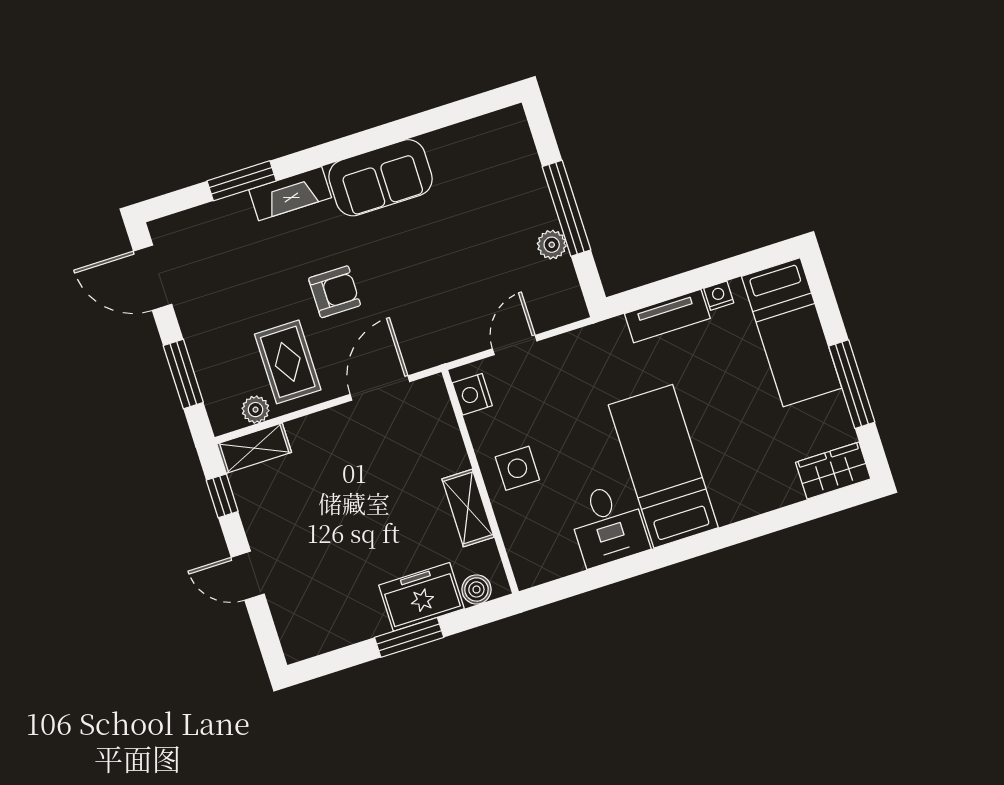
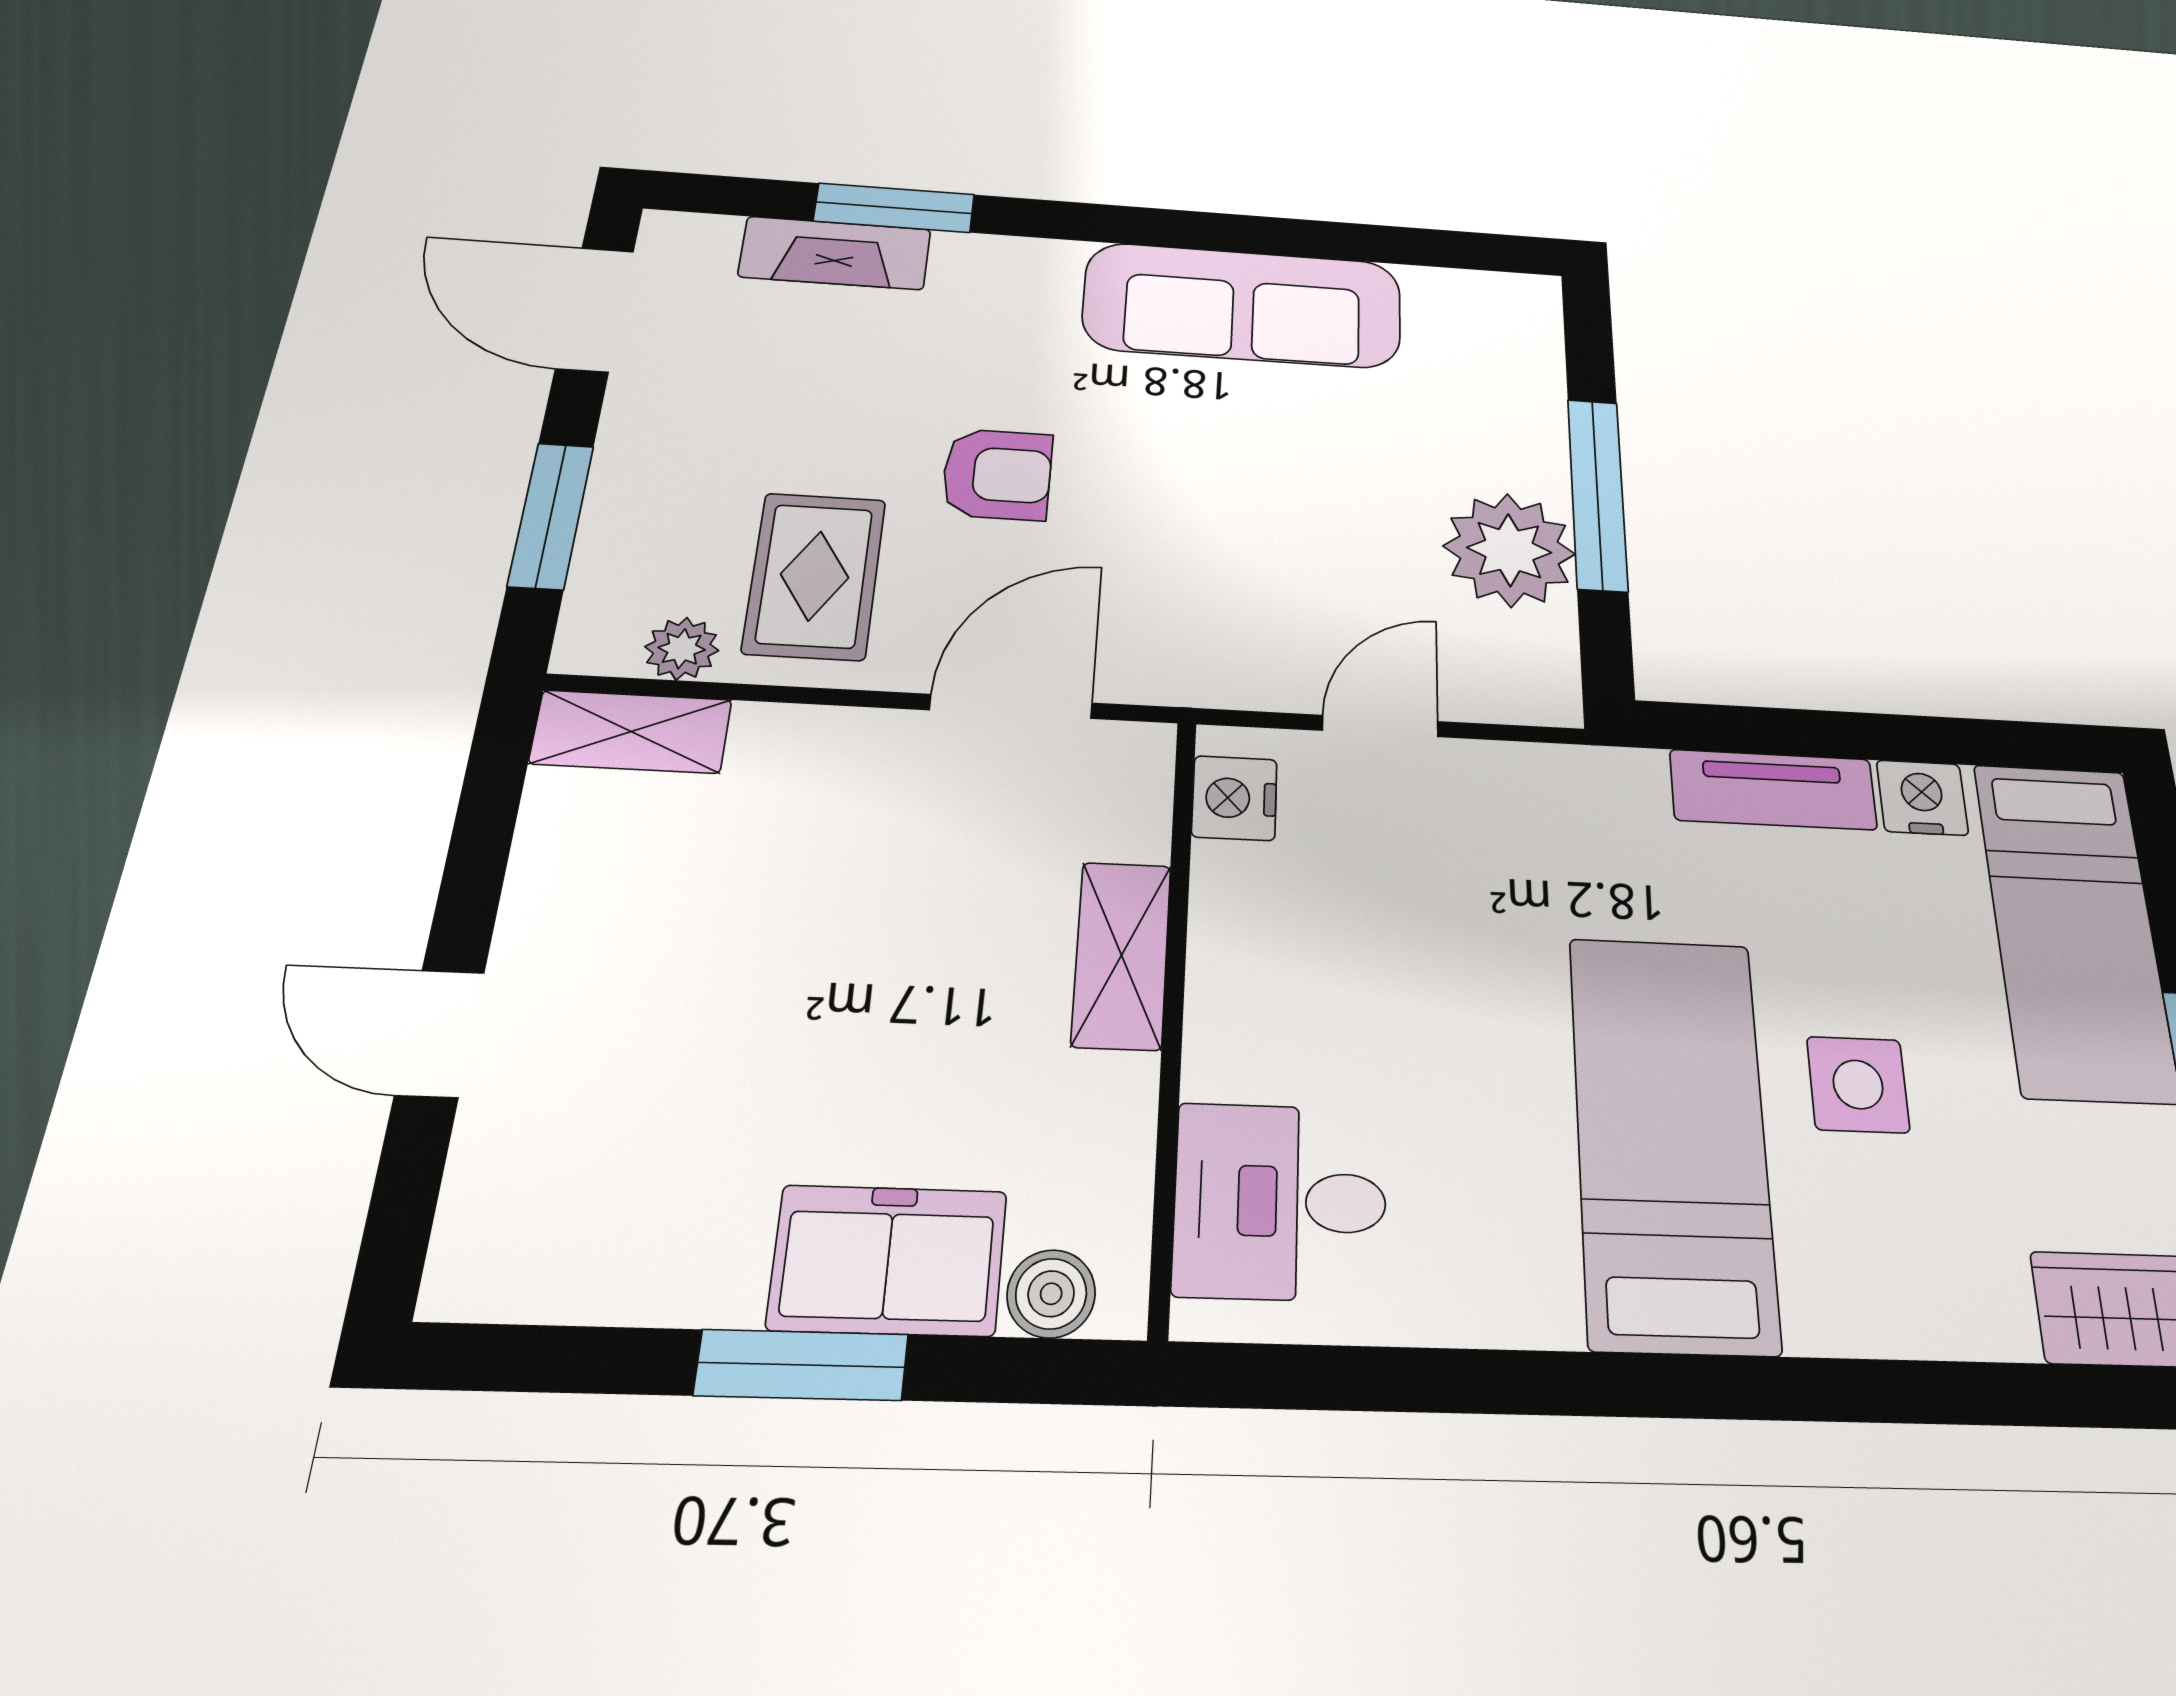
sofa: (380, 178) -> (1243, 305), width x1.36
fireplace: (290, 194) -> (835, 253), moved
plant: (552, 245) -> (1509, 550), width x1.88, depth x1.88
nightstand: (719, 296) -> (1922, 798), width x1.39, depth x1.35
side table: (517, 468) -> (1858, 1085), moved
window: (222, 496) -> (487, 813), removed
shelving: (468, 508) -> (1122, 955), moved
desk: (608, 525) -> (1281, 1201), moved, turned 90

